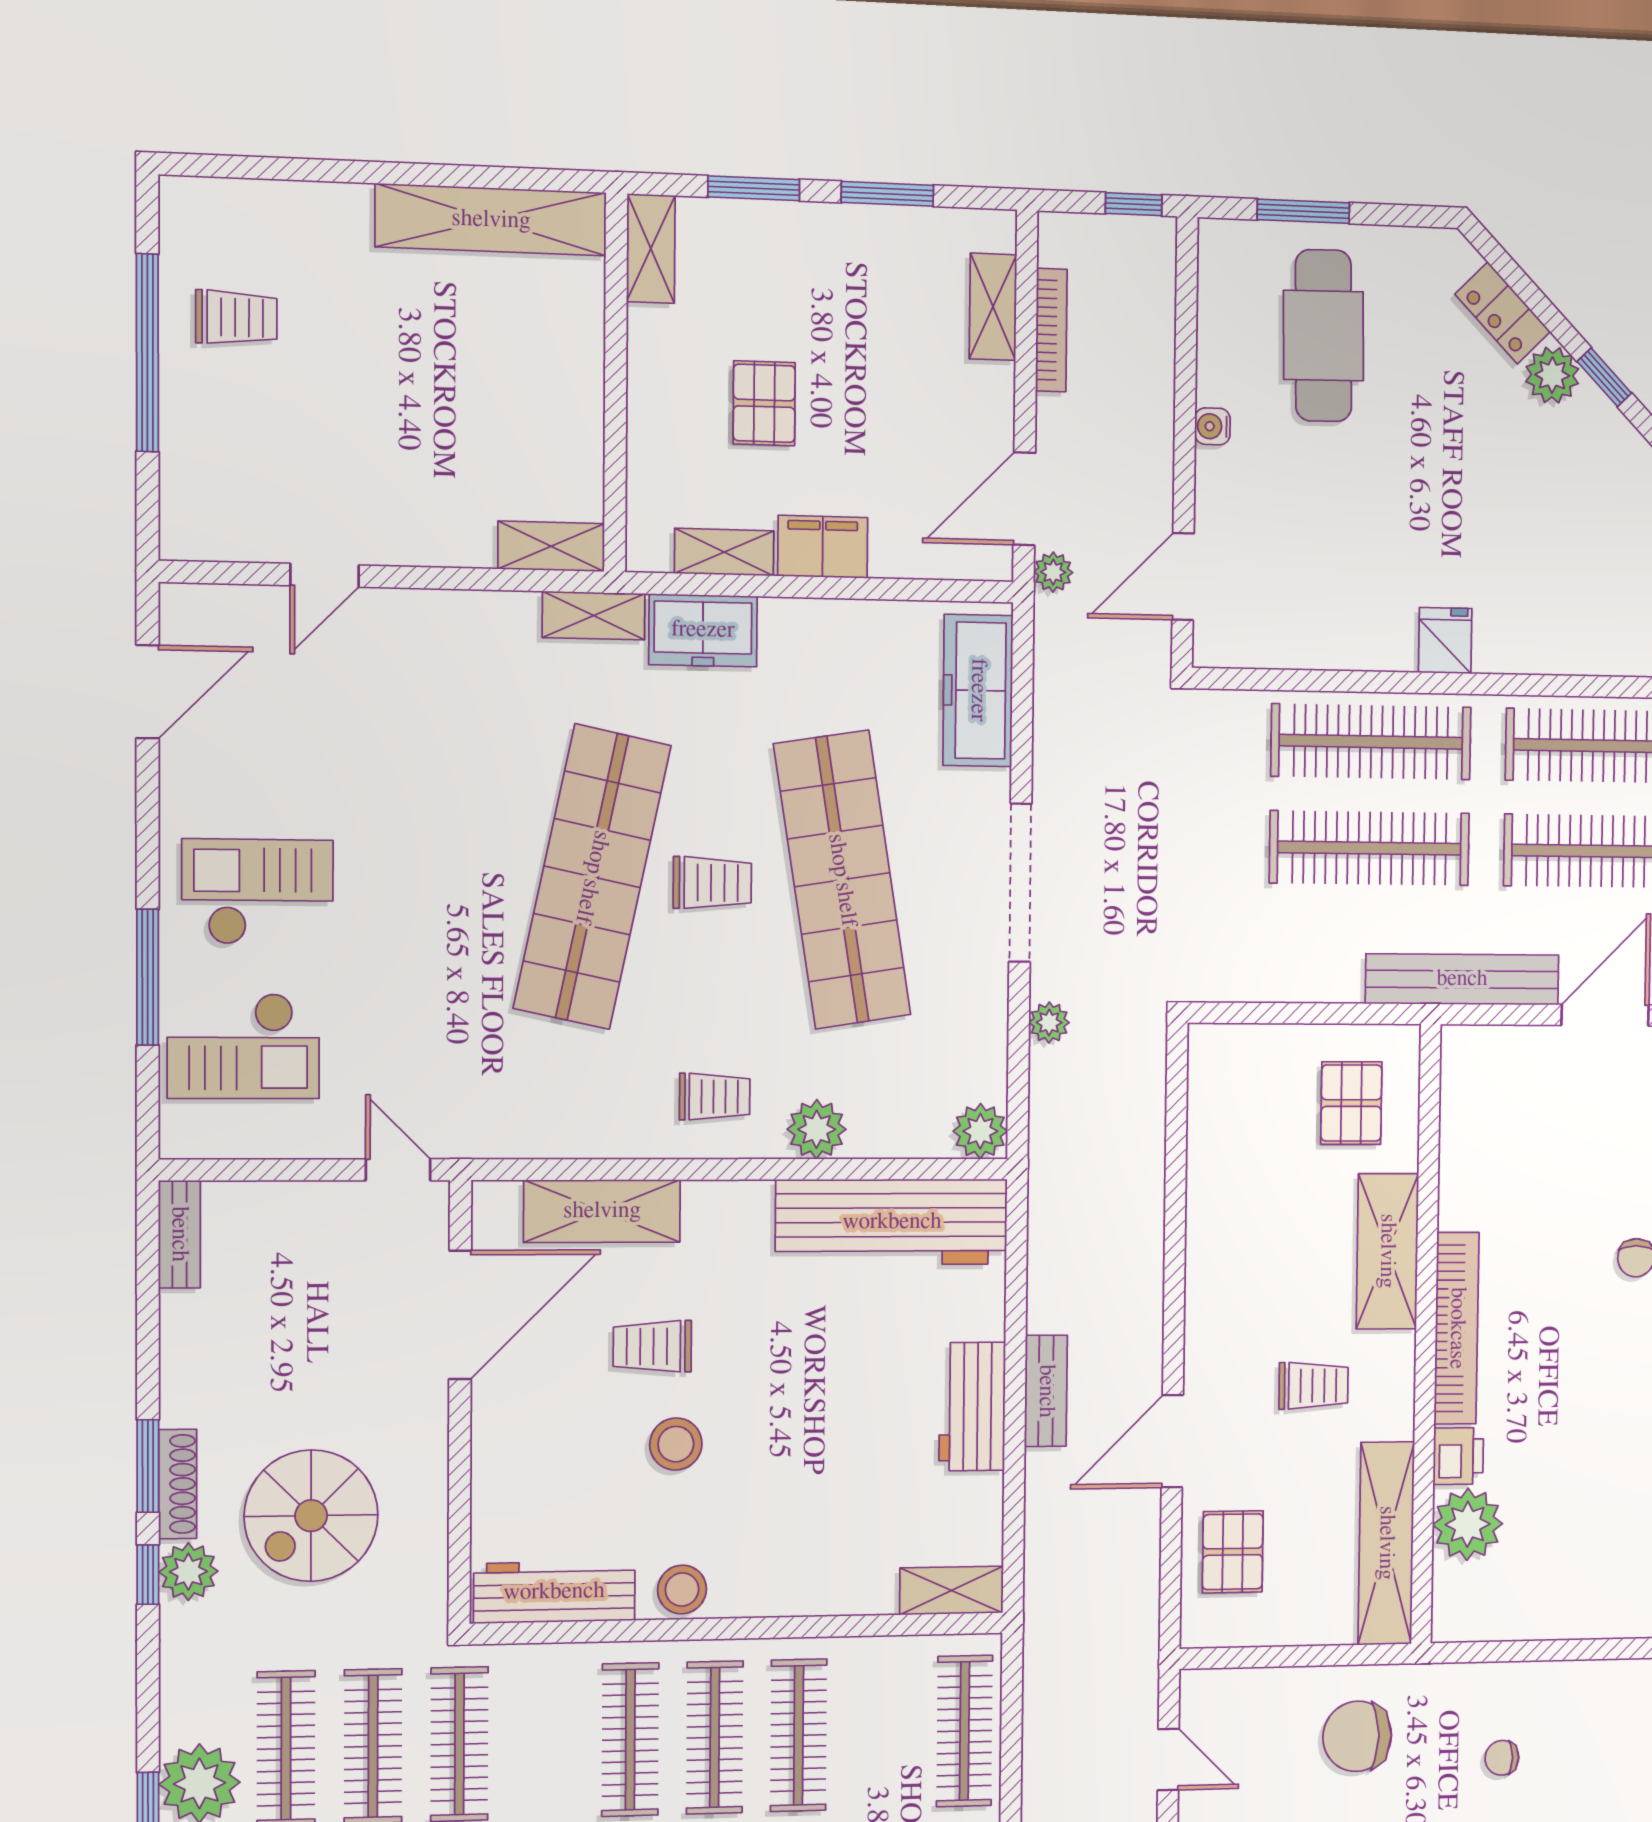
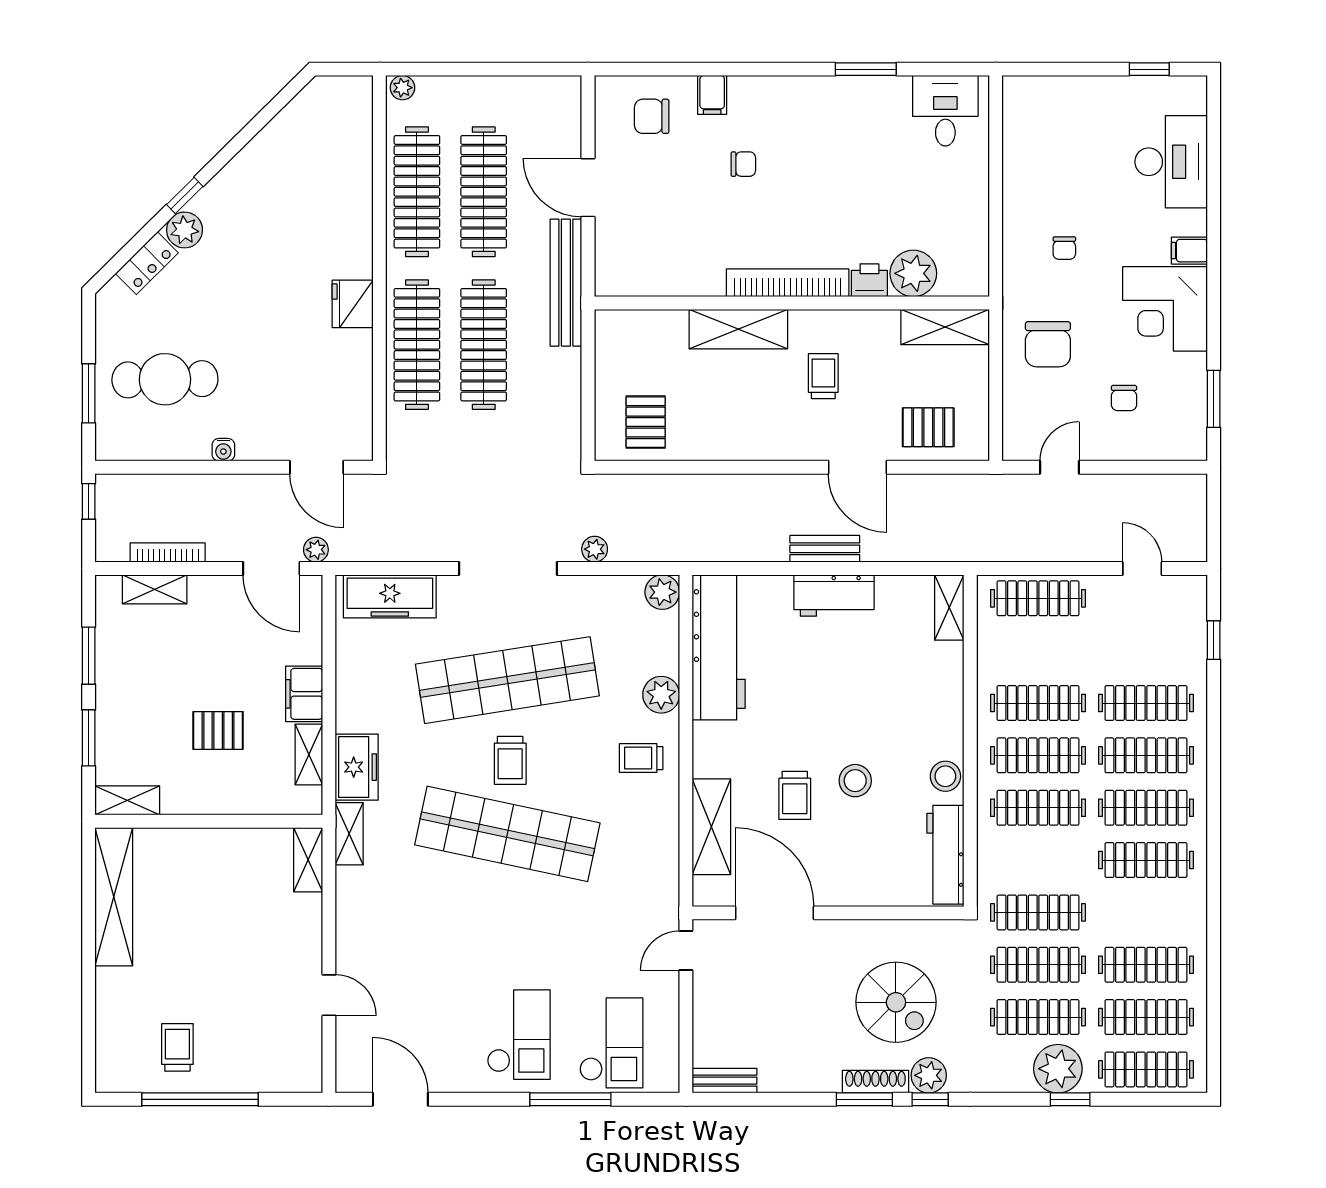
fridge: (1445, 641) -> (353, 304), width x1.38
trolley: (712, 883) -> (510, 760), turned 180
checkout: (258, 892) -> (519, 1035), turned 180
trolley: (715, 1097) -> (641, 758), turned -90
pallet: (1351, 1103) -> (646, 422), moved, turned 90
shelving: (1386, 1543) -> (945, 327), width x0.68

